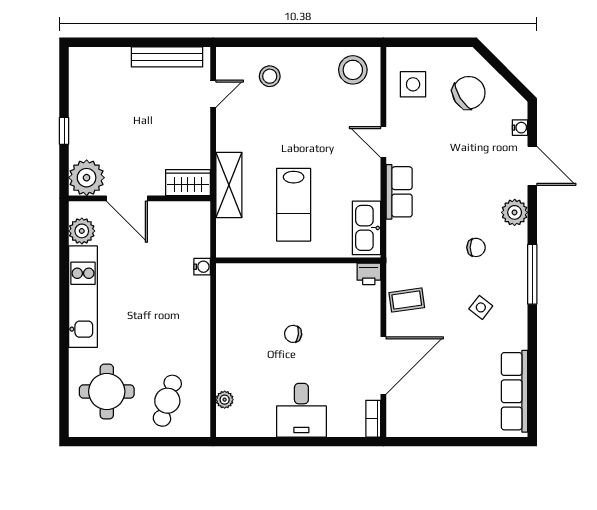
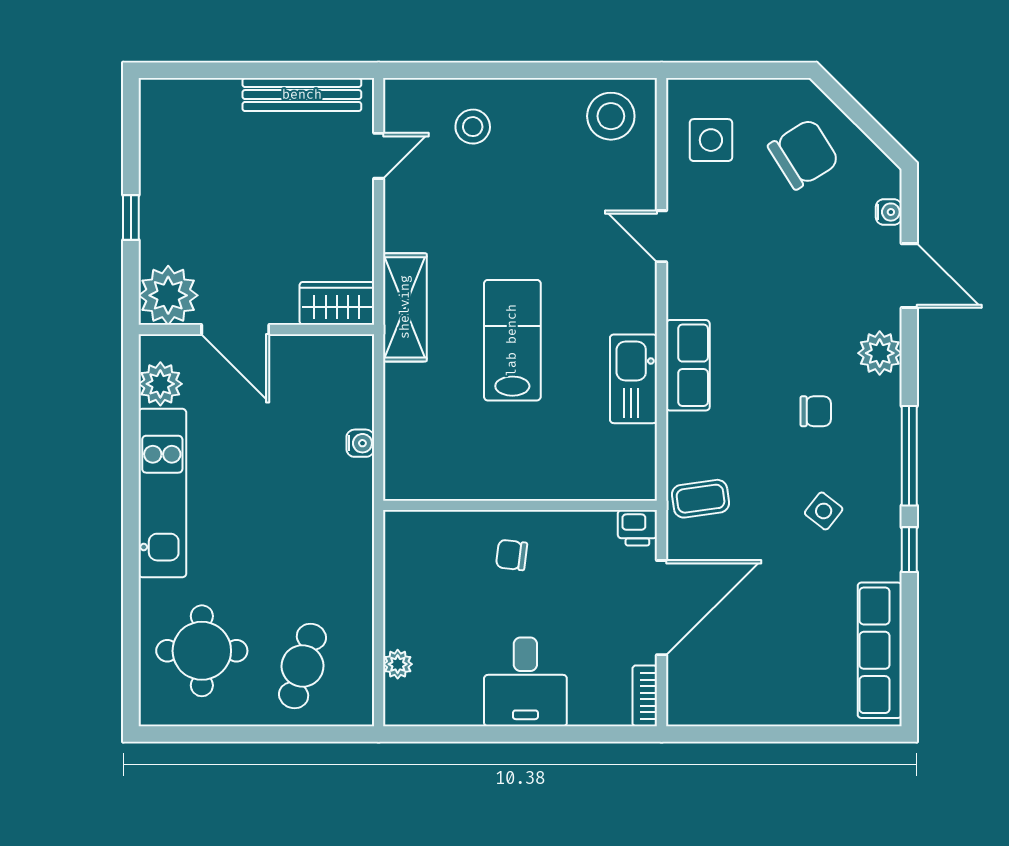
row of seats: (399, 192) -> (688, 365), moved
lab bench: (294, 205) -> (512, 340), turned 180
wall: (298, 260) -> (520, 505), moved
printer: (369, 274) -> (637, 528), moved
window: (532, 331) -> (909, 550), added

